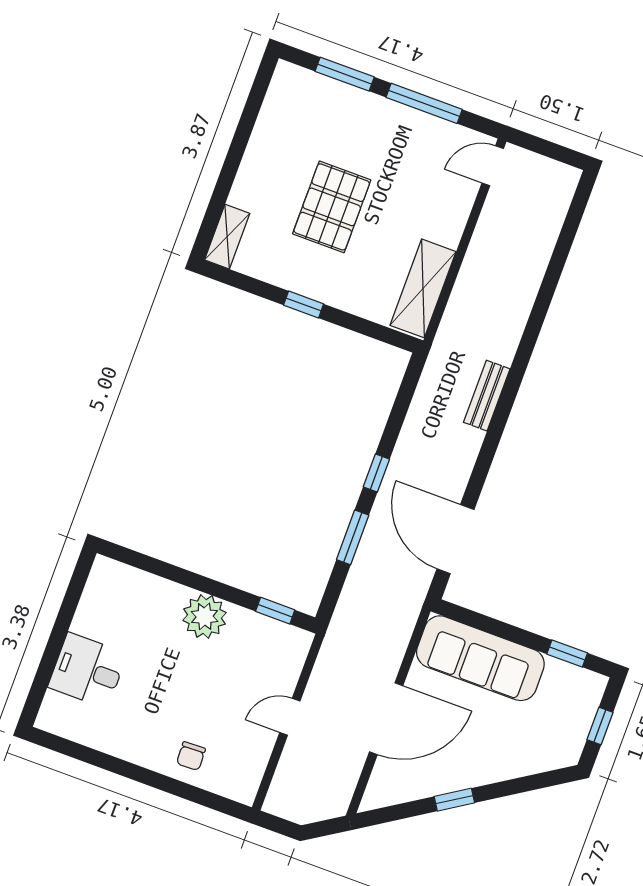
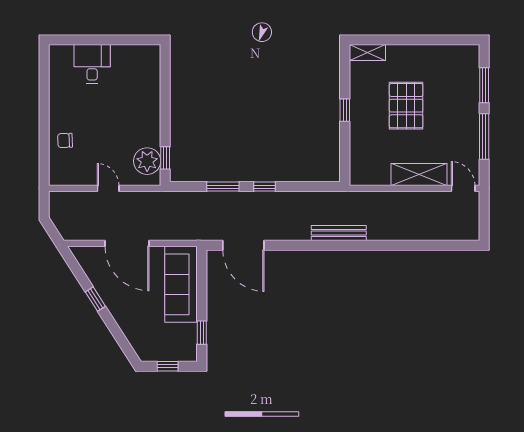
pallet: (332, 207) -> (406, 106), turned 90
shelving: (423, 288) -> (419, 175), moved
bench: (487, 396) -> (339, 233), width x1.36
door: (455, 539) -> (243, 245), swing flipped
plant: (205, 616) -> (147, 161), moved

